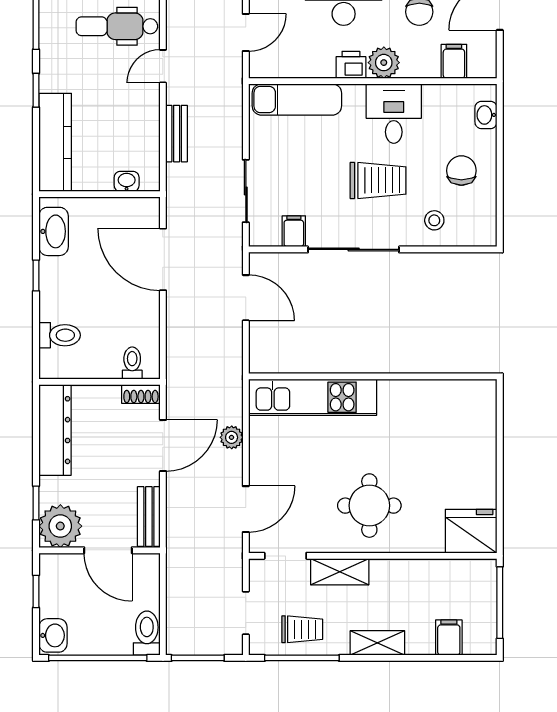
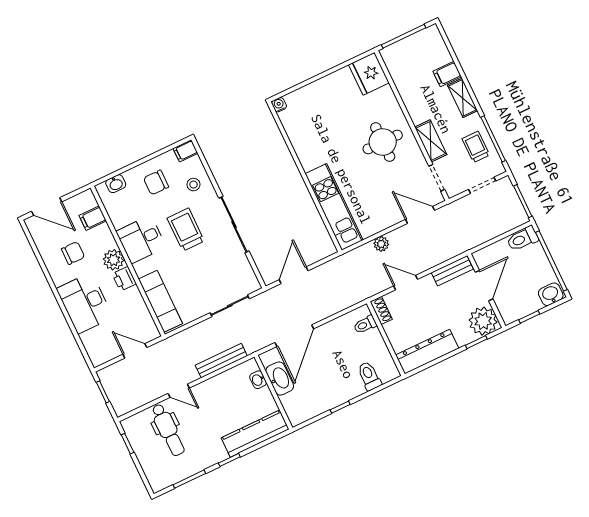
bench: (177, 134) -> (221, 361), width x1.36
washbasin: (54, 231) -> (280, 378), moved, turned 90
filing cabinet: (294, 231) -> (185, 151), moved
water cooler: (487, 389) -> (279, 105), added
door: (163, 445) -> (406, 283), width x0.73
filing cabinet: (449, 638) -> (447, 74), moved

